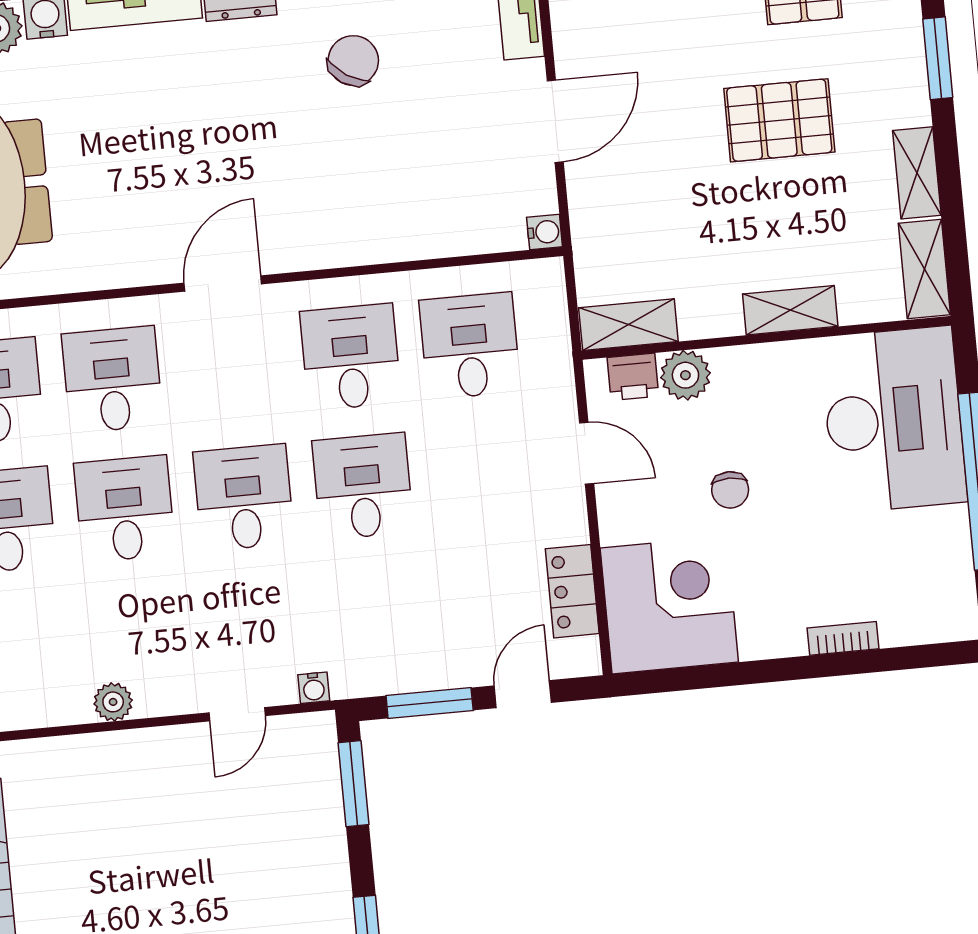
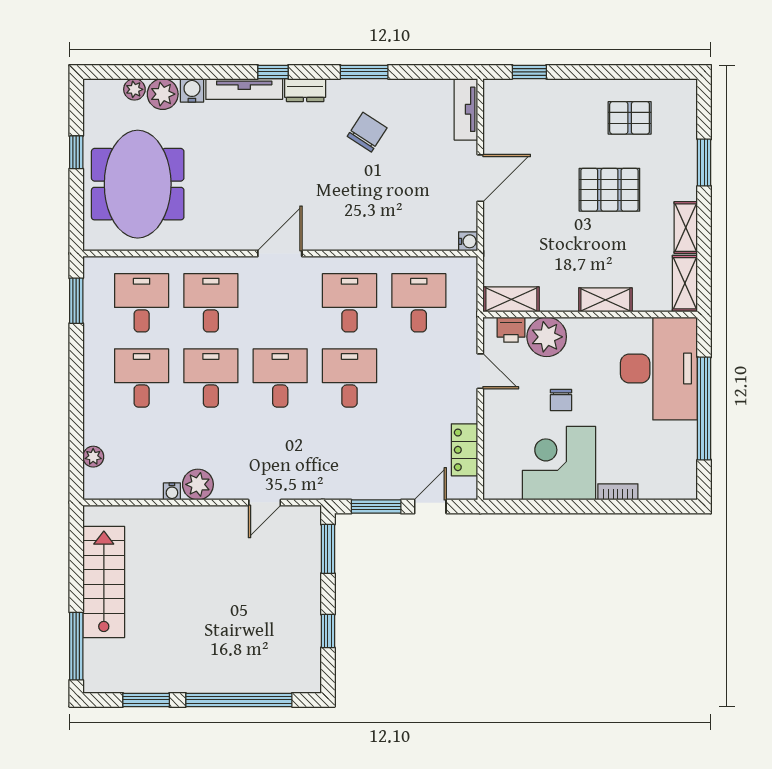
plant: (685, 375) -> (547, 337), width x1.36, depth x1.36
corner desk: (669, 605) -> (559, 463), moved, turned -90
water cooler: (314, 688) -> (172, 491), moved
plant: (113, 702) -> (198, 484), width x1.38, depth x1.38

